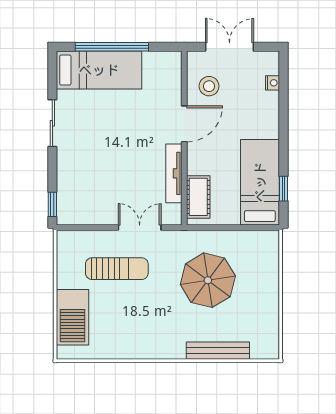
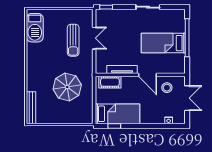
bed: (99, 70) -> (163, 43), moved, turned 90
double door: (140, 228) -> (94, 38), moved
barbecue: (72, 317) -> (35, 28), moved, turned -90
bench: (218, 351) -> (31, 108), moved

